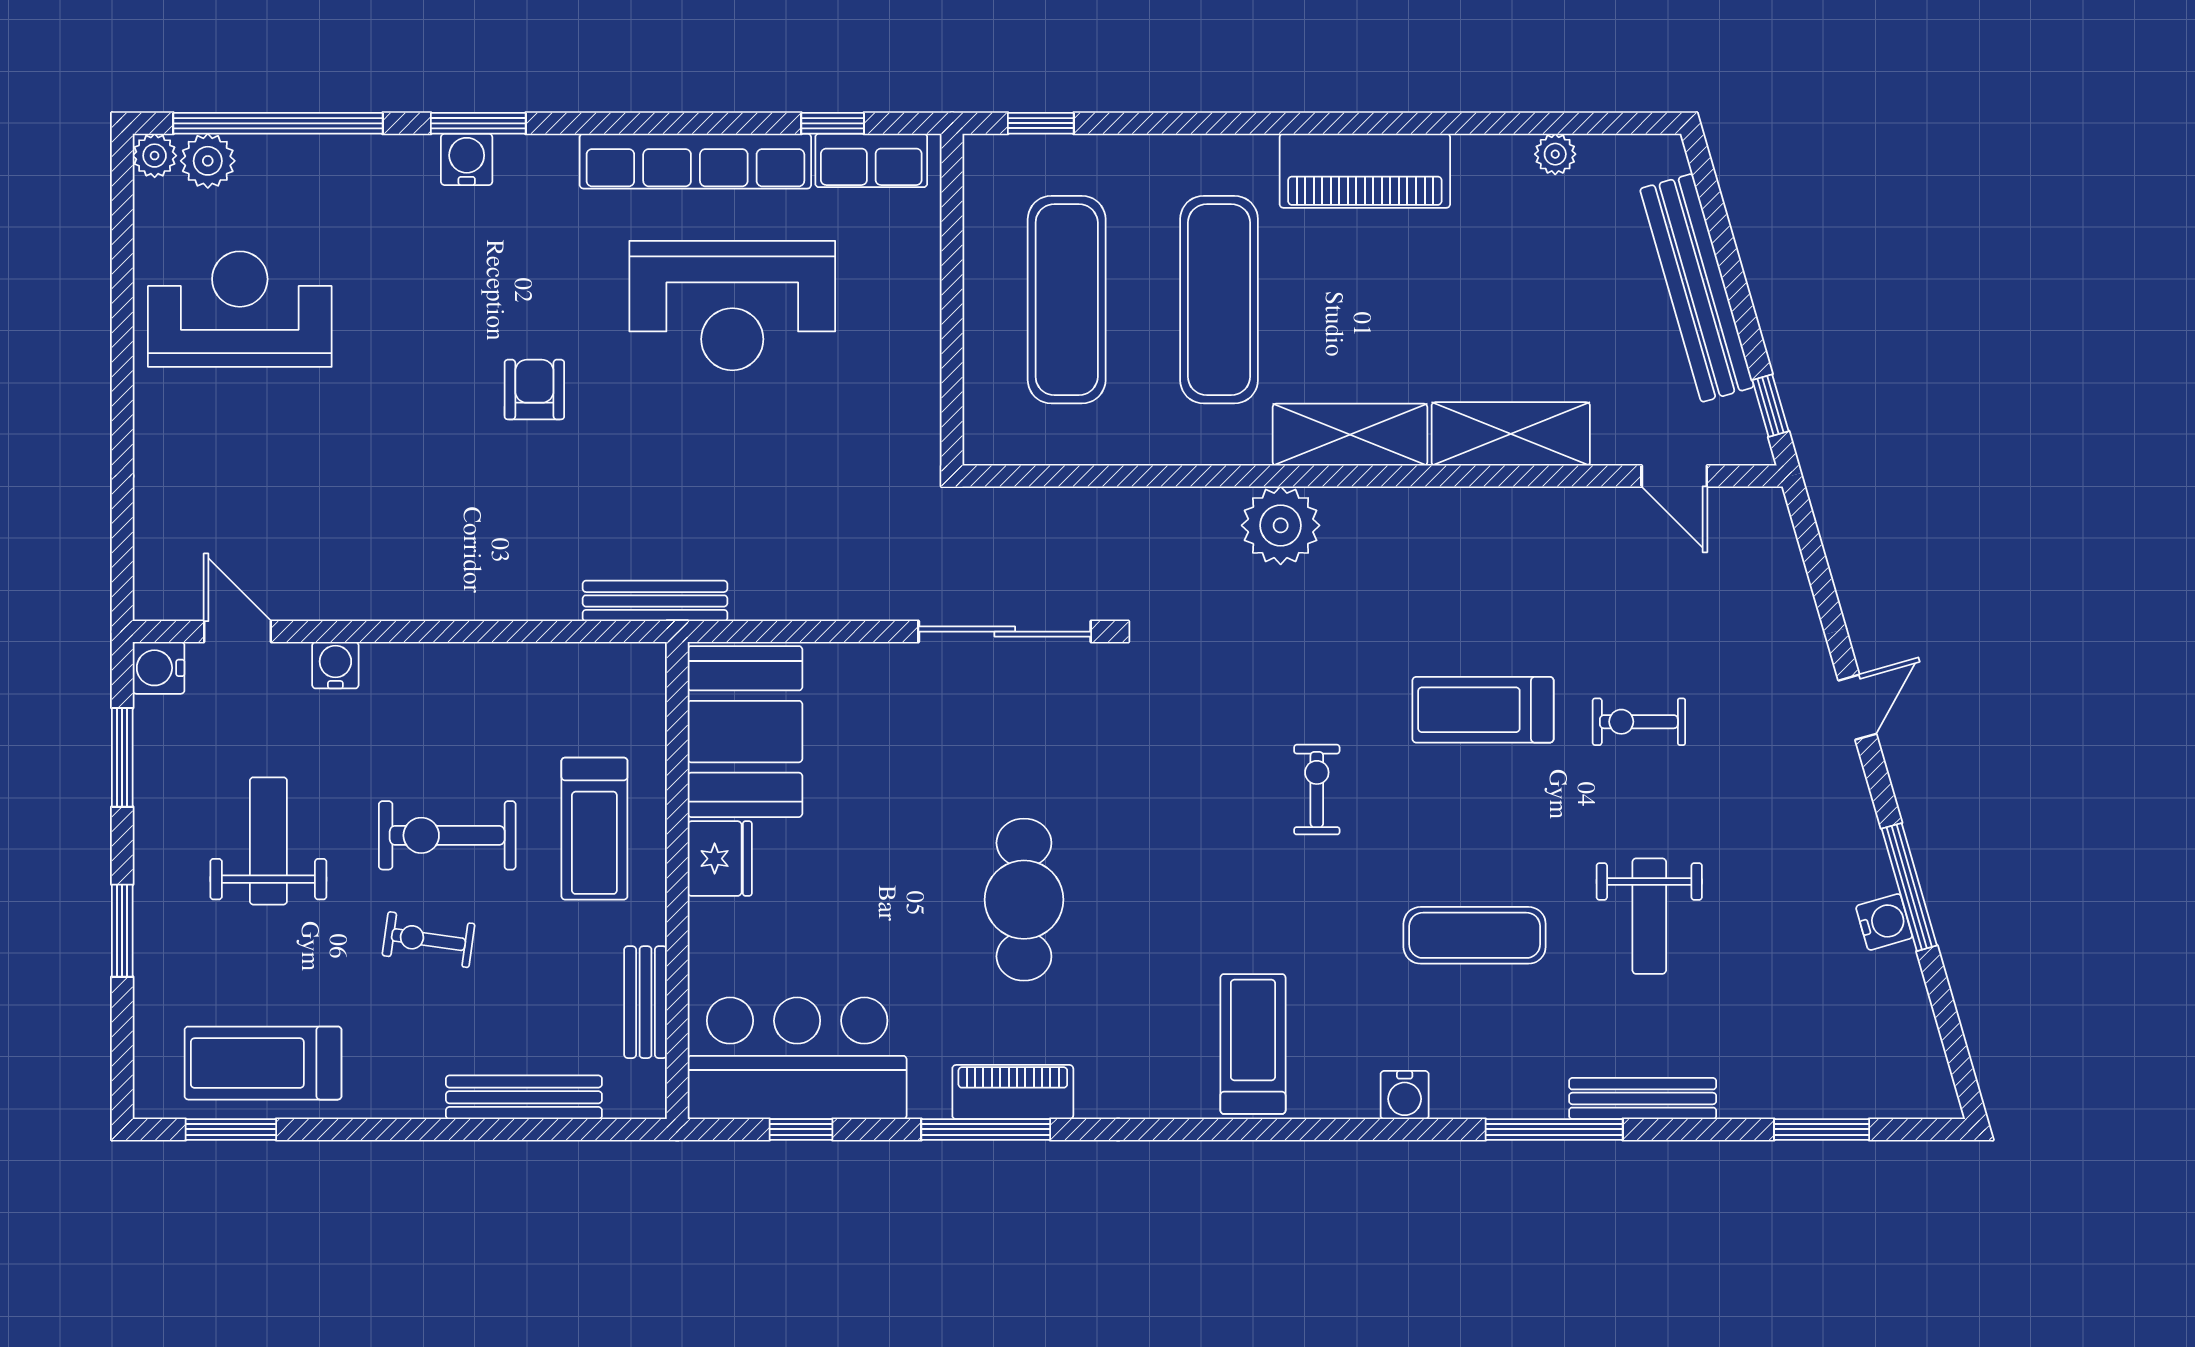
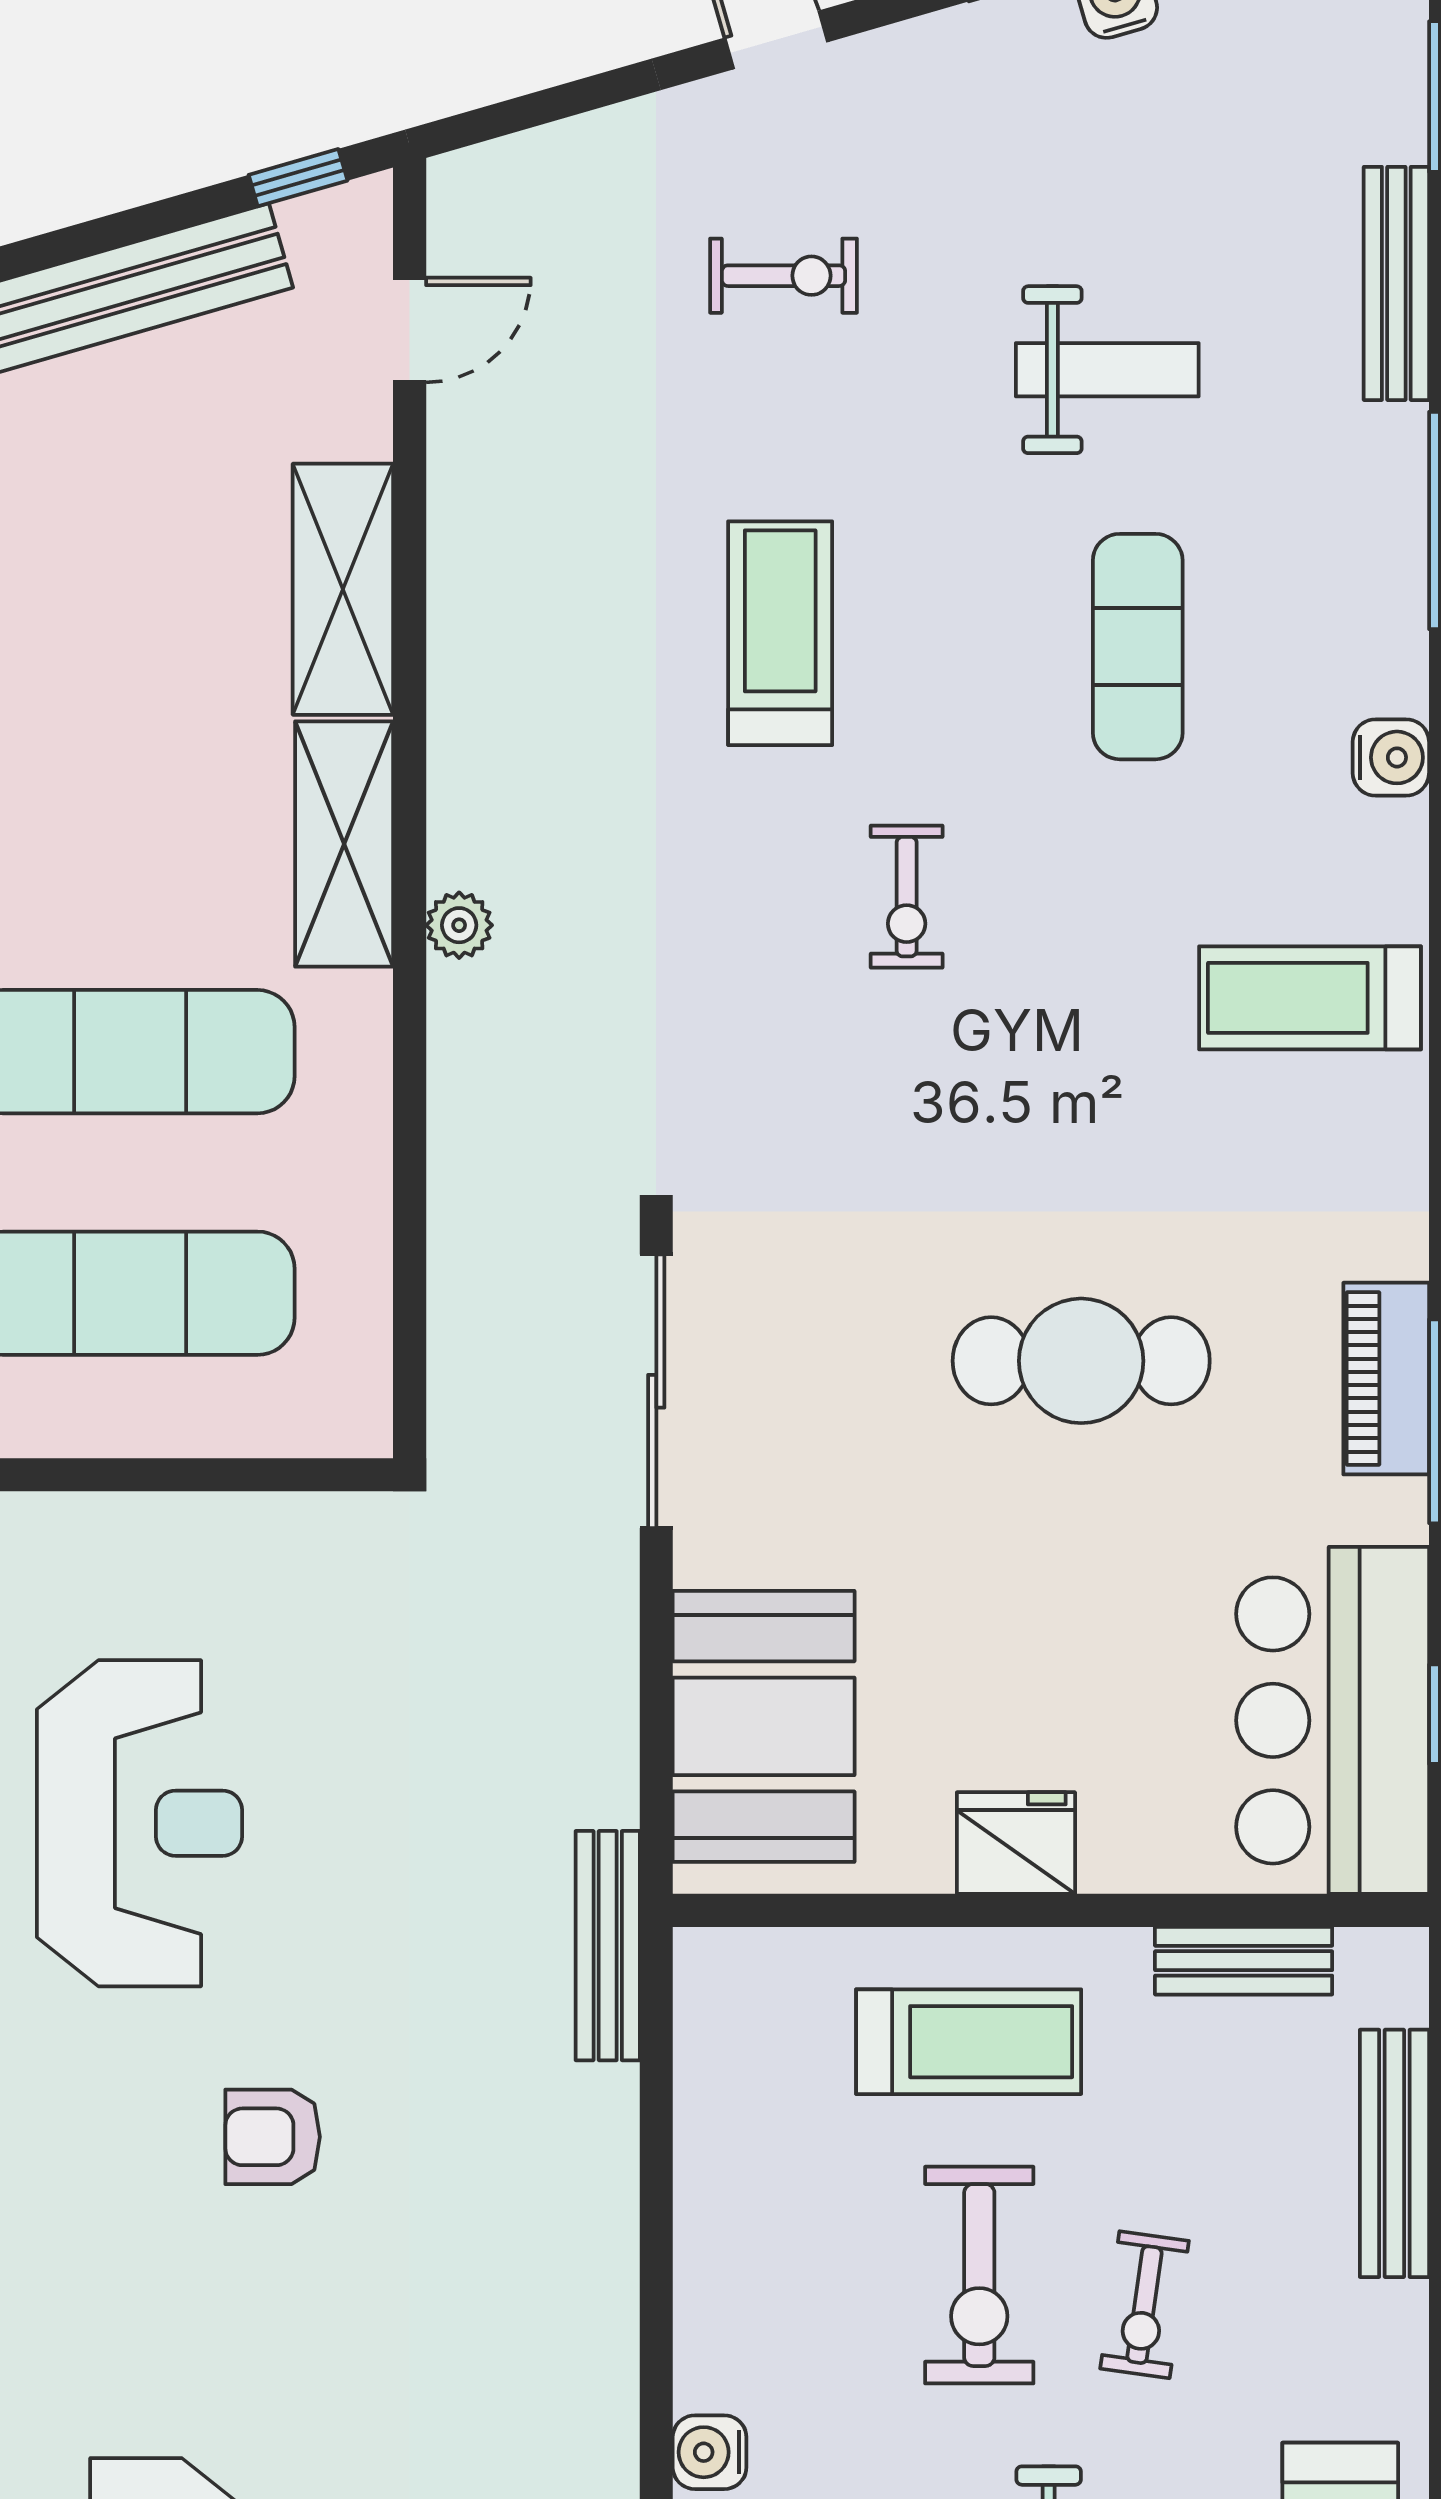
plant: (1281, 525) -> (459, 925), width x0.53, depth x0.53
treadmill: (1483, 710) -> (780, 633), turned 180
exercise bike: (1639, 722) -> (784, 276), moved, turned -90
booth: (745, 732) -> (764, 1726), moved, turned 90
exercise bike: (1317, 790) -> (907, 897), turned -90
bench: (1643, 1098) -> (1396, 283), moved

